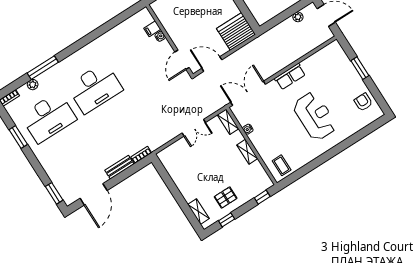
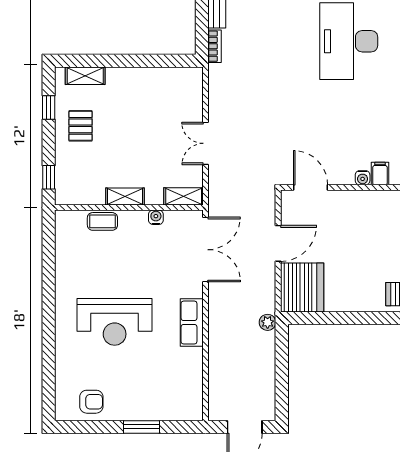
plant: (298, 17) -> (268, 322), moved
door: (212, 64) -> (278, 243), moved
coffee table: (282, 165) -> (102, 221), moved

